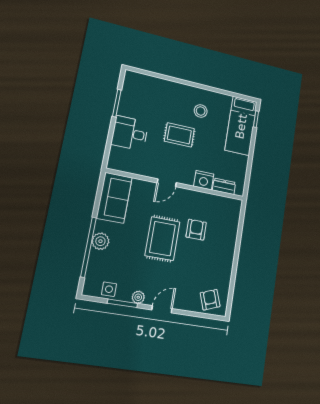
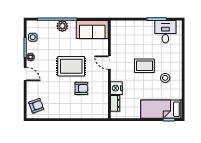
desk: (130, 133) -> (165, 32), moved
rug: (179, 135) -> (144, 66), turned 90

